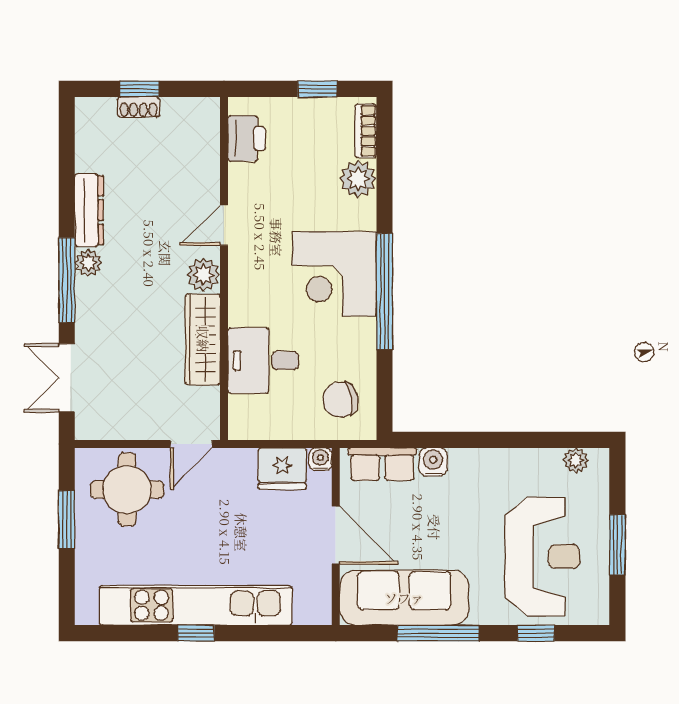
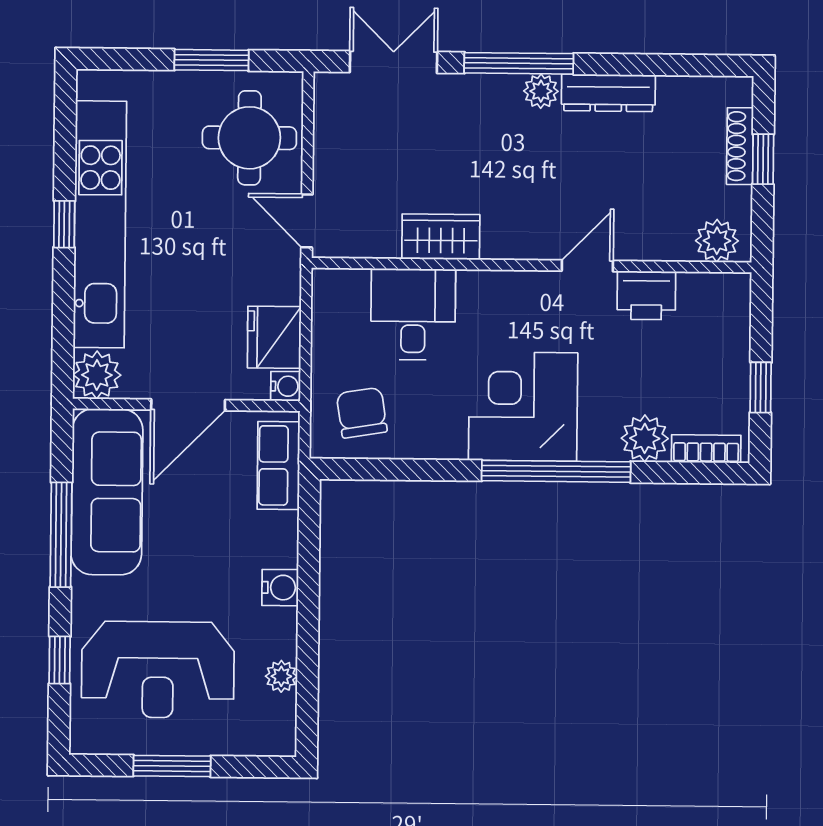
shoe rack: (138, 107) -> (740, 146), width x1.43
printer: (247, 138) -> (646, 295), moved
door: (224, 225) -> (587, 266), hinge flipped
plant: (203, 275) -> (717, 241), moved
window: (384, 291) -> (556, 471), moved
wardrobe: (203, 339) -> (441, 237), width x0.67
plant: (576, 460) -> (281, 676), moved
water cooler: (433, 462) -> (280, 588), moved
plant: (313, 606) -> (97, 375), added

